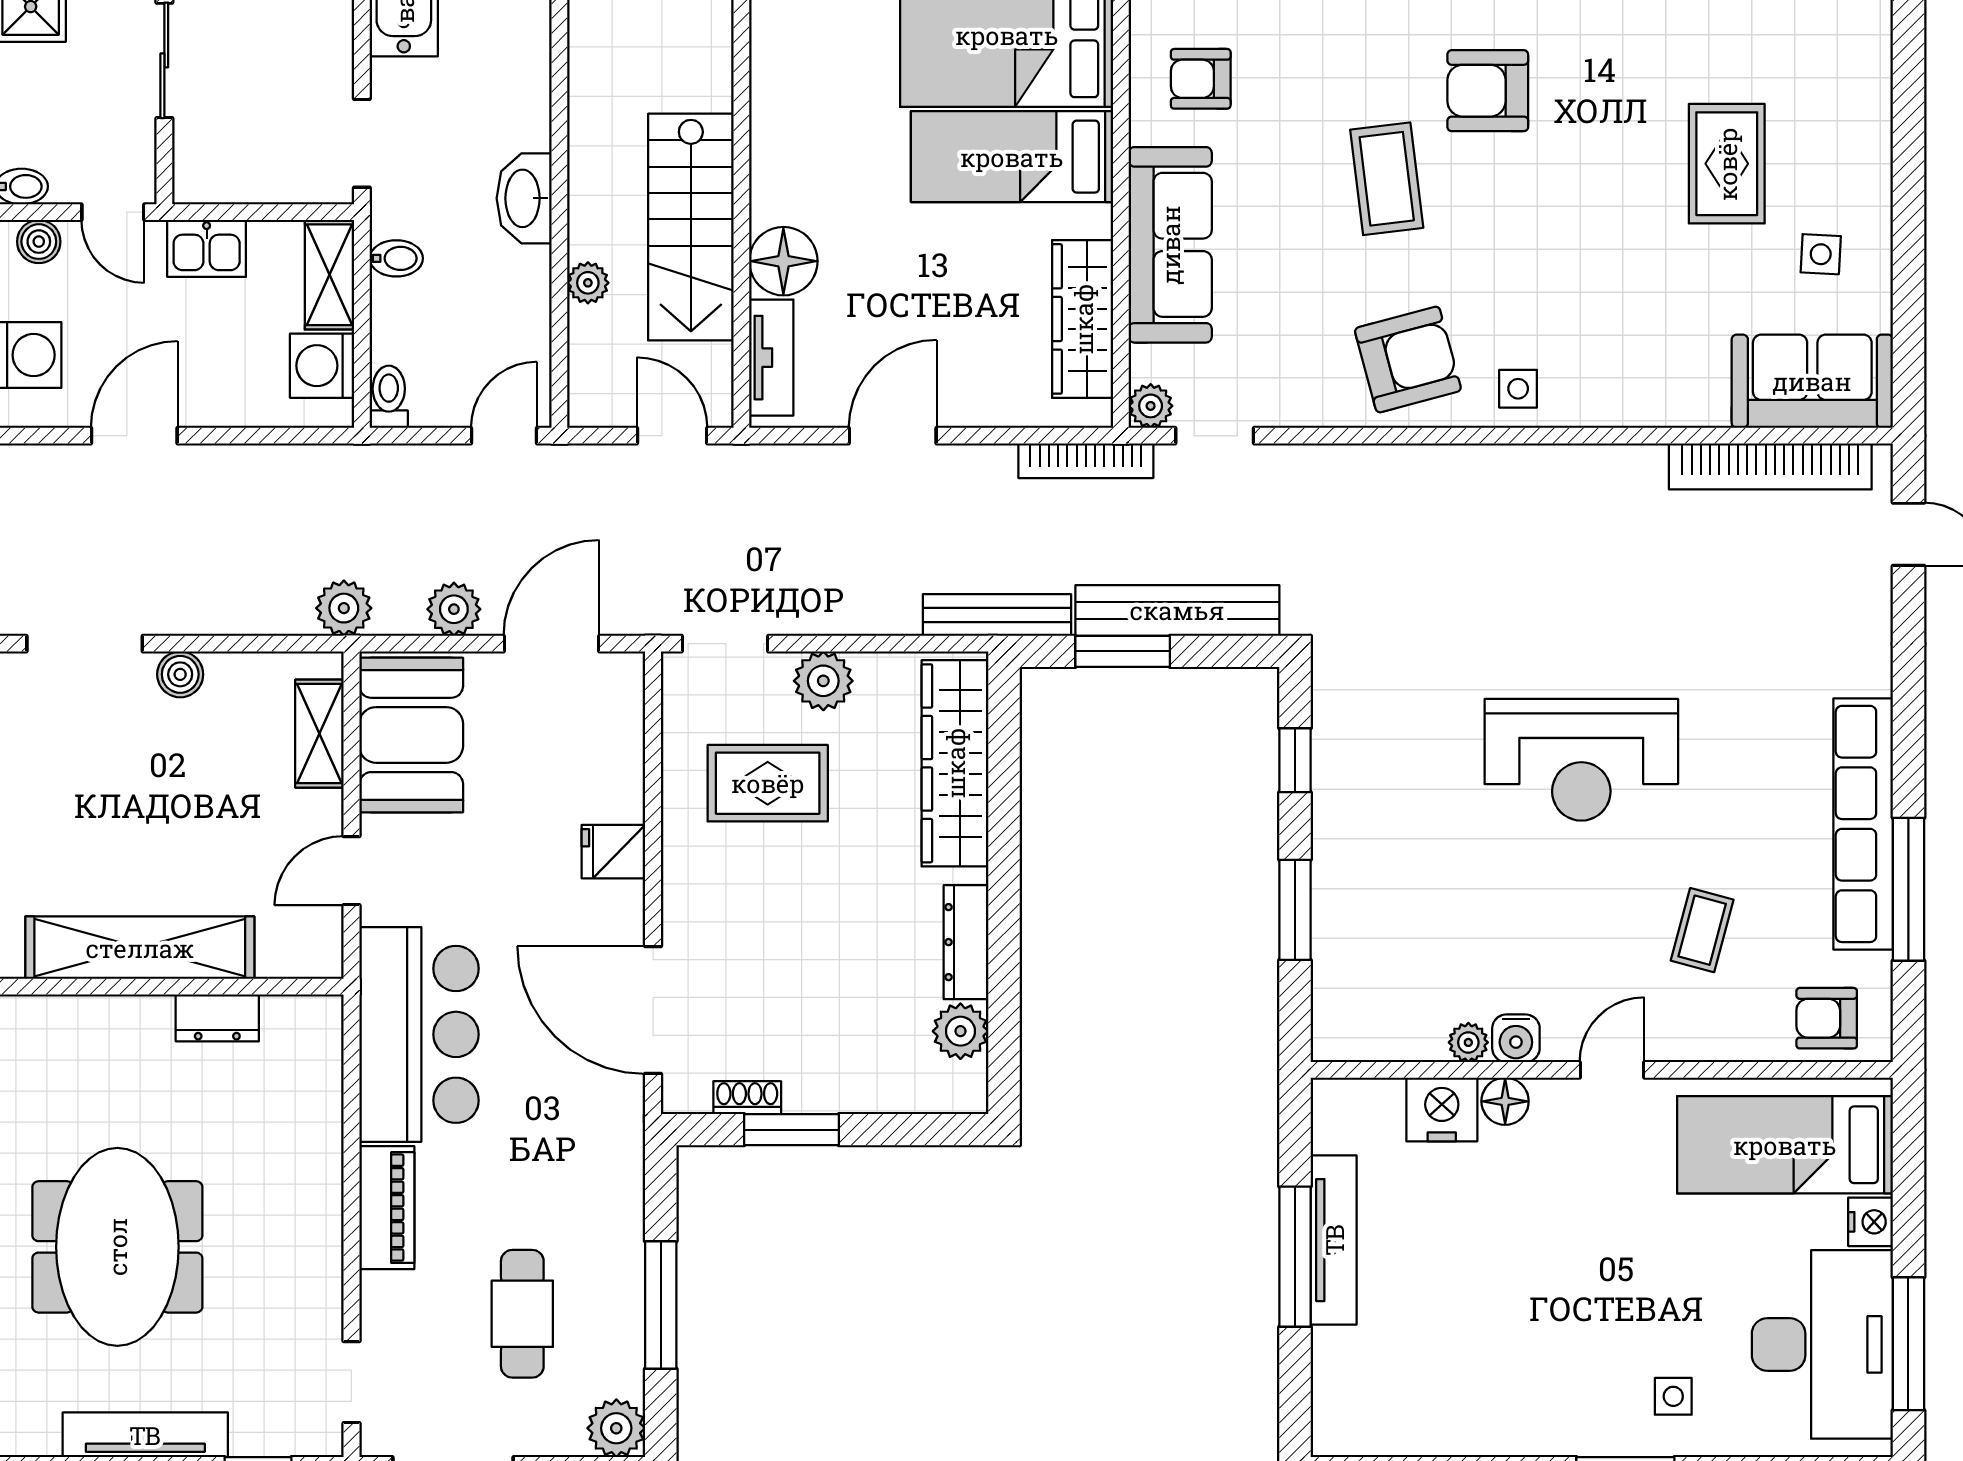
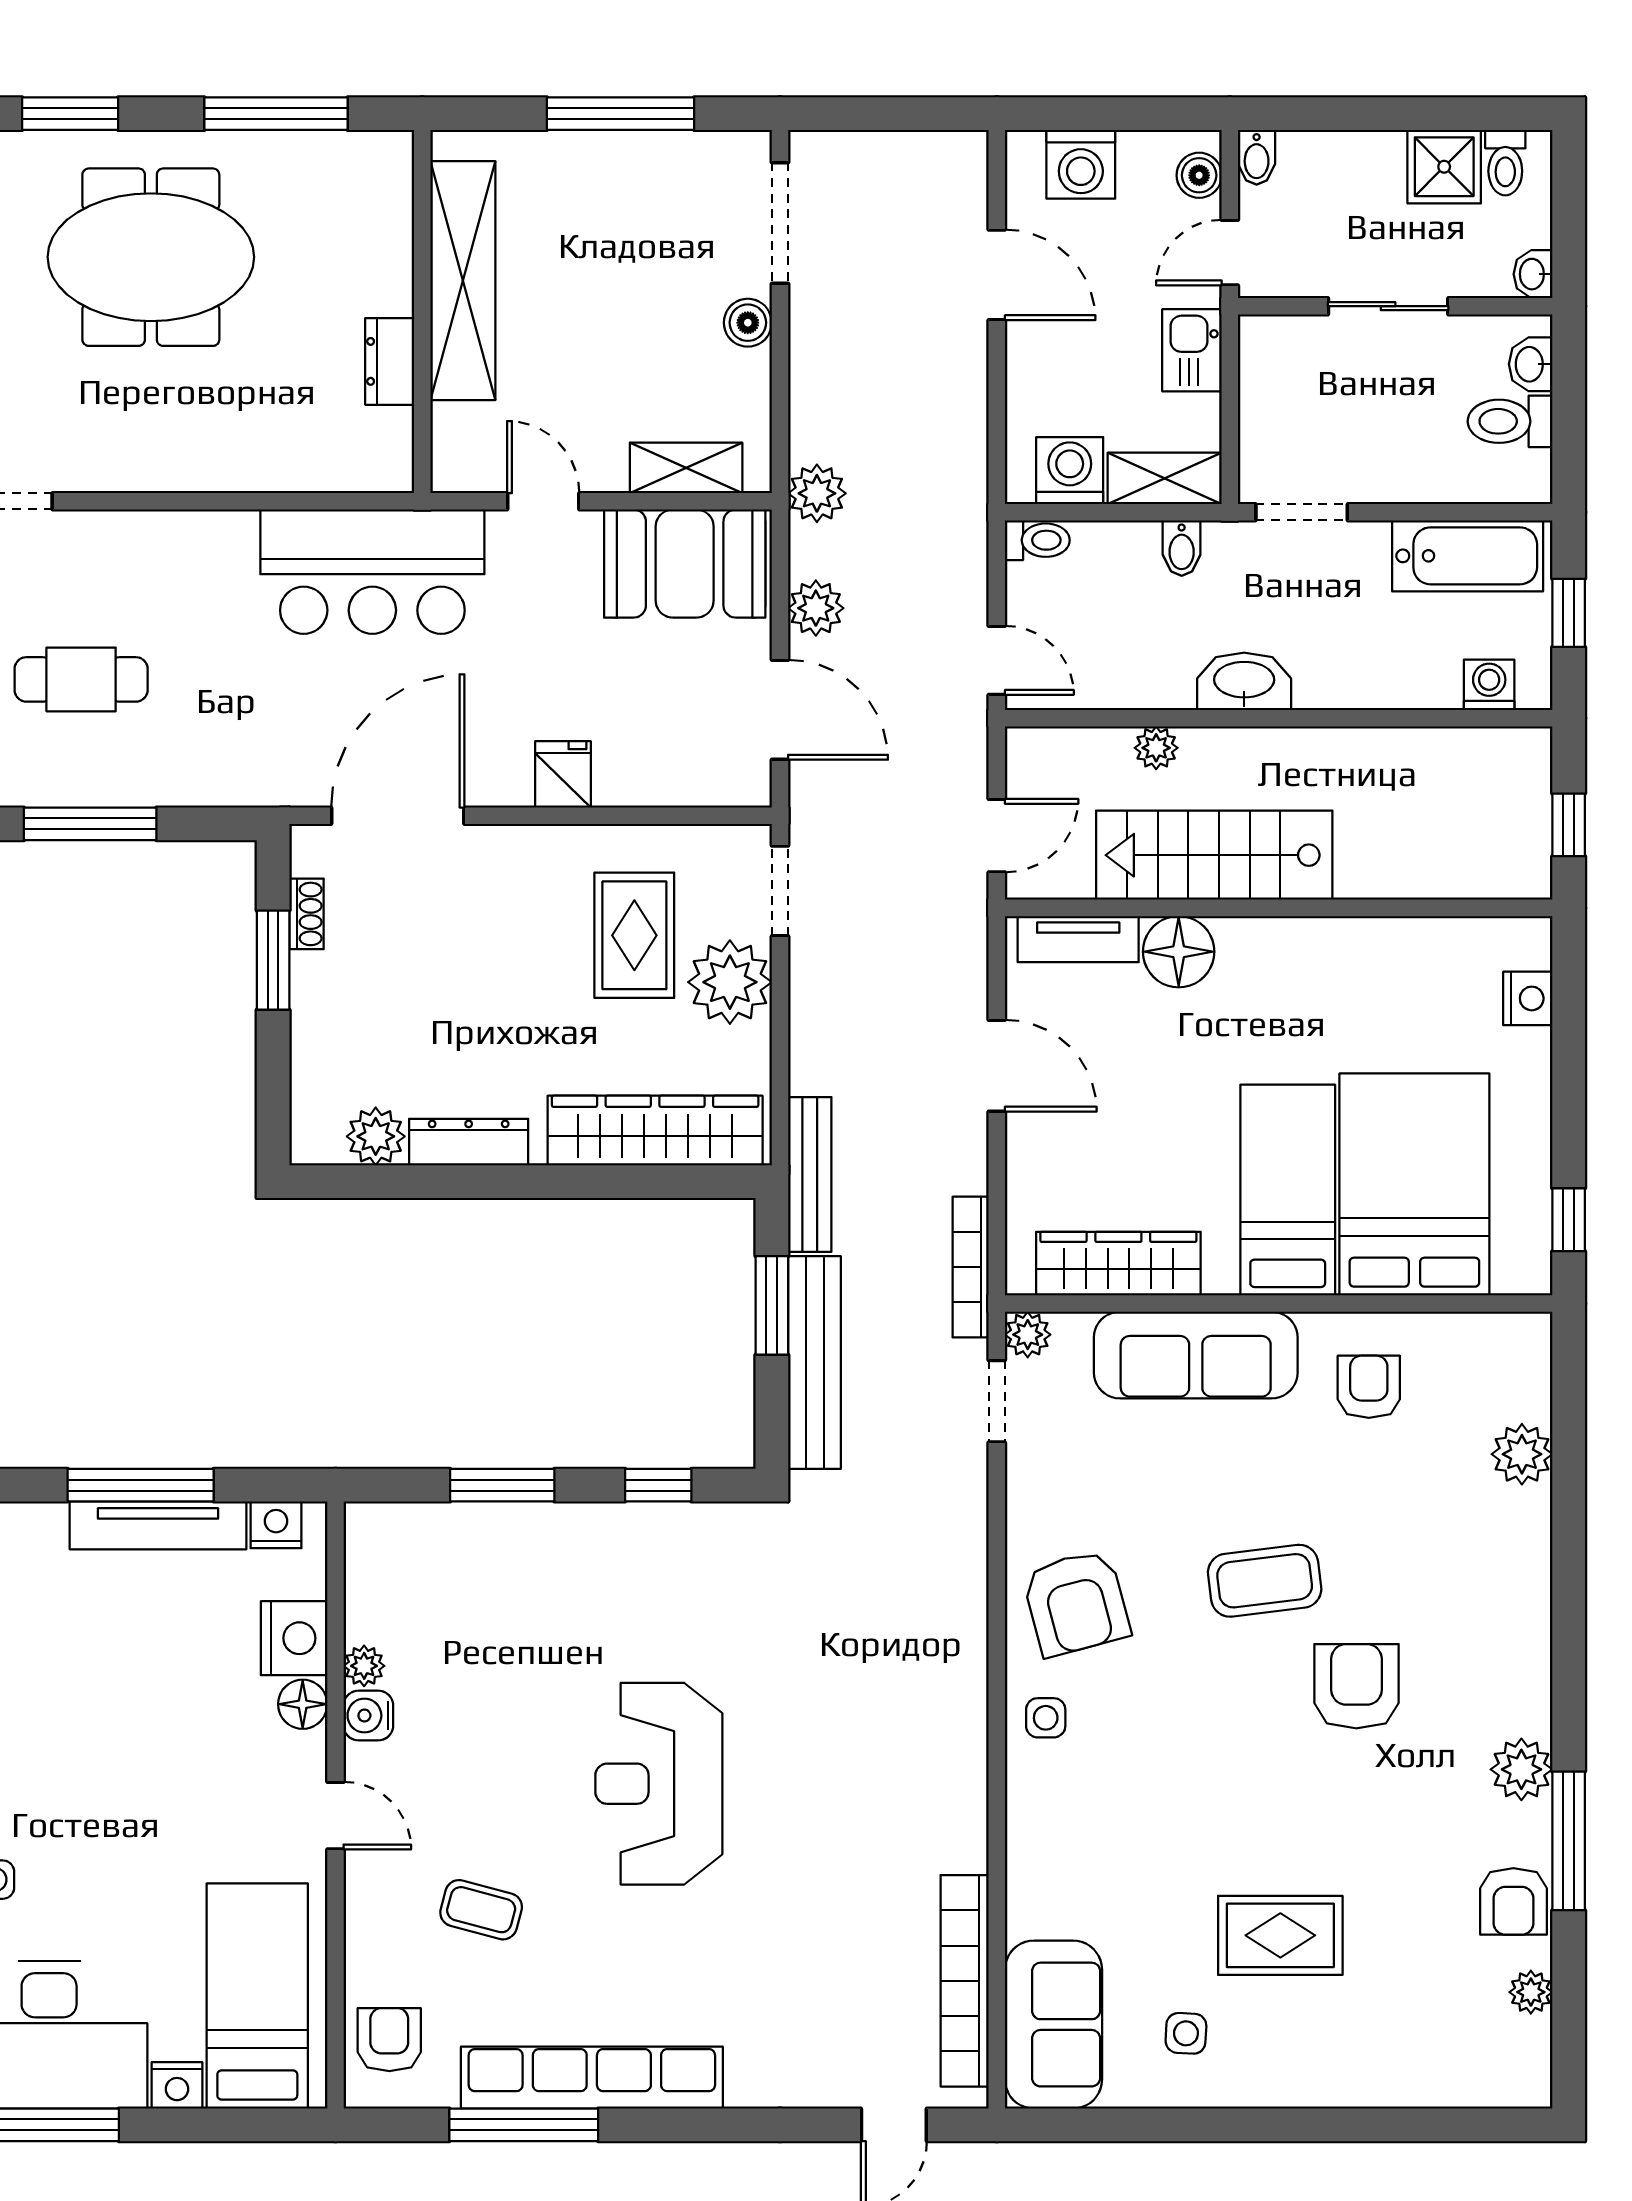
plant: (823, 681) -> (730, 982), width x1.36, depth x1.36
nightstand: (1333, 1127) -> (276, 1525), added
piano: (387, 1208) -> (192, 538), removed

